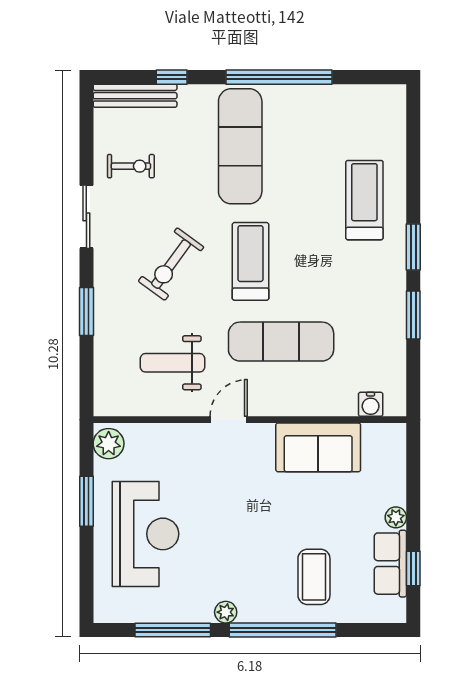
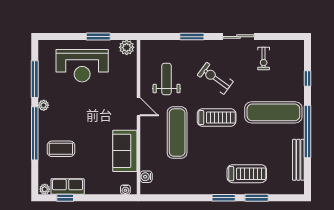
bench: (135, 96) -> (298, 160), moved
window: (413, 315) -> (257, 198), moved
water cooler: (397, 446) -> (125, 190), added
plant: (396, 517) -> (45, 189), moved

